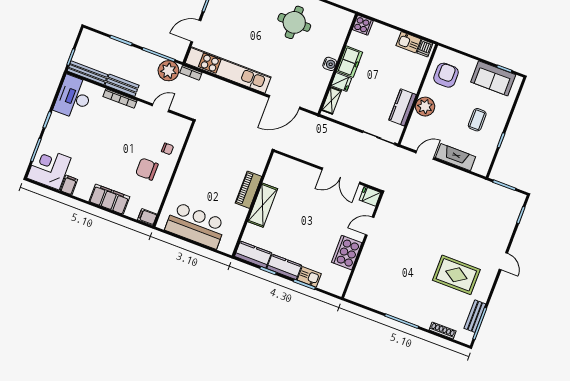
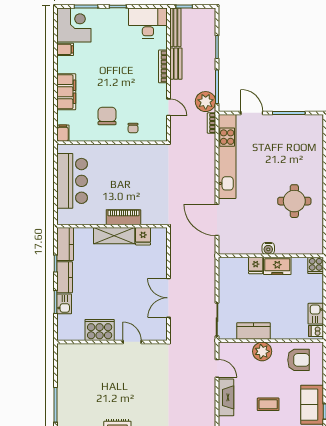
shelving: (331, 100) -> (235, 263), removed
fridge: (370, 196) -> (143, 236), moved, turned 180

